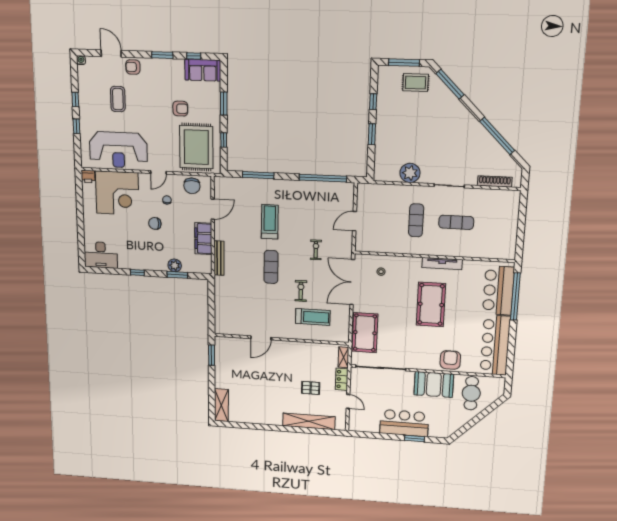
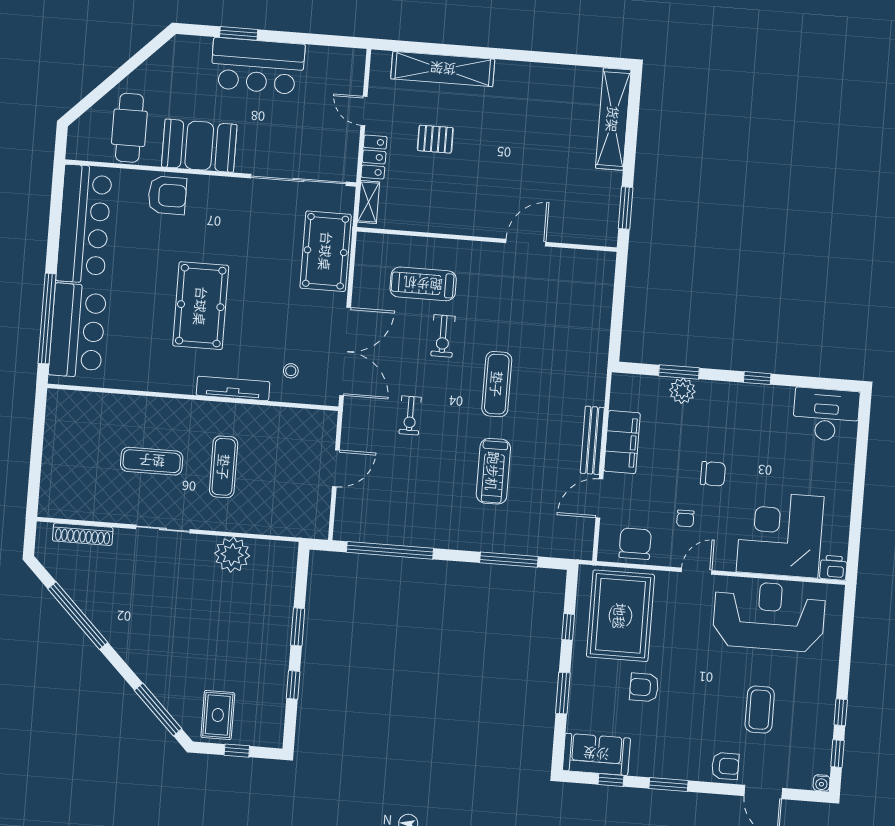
window: (404, 63) -> (237, 751), width x0.46
rug: (415, 83) -> (218, 715), turned 90
window: (76, 126) -> (837, 754), moved
bench: (219, 258) -> (592, 440), moved
tv unit: (442, 264) -> (233, 388), moved
armchair: (450, 360) -> (167, 195), turned -90
shelving: (221, 405) -> (613, 119), width x1.47

